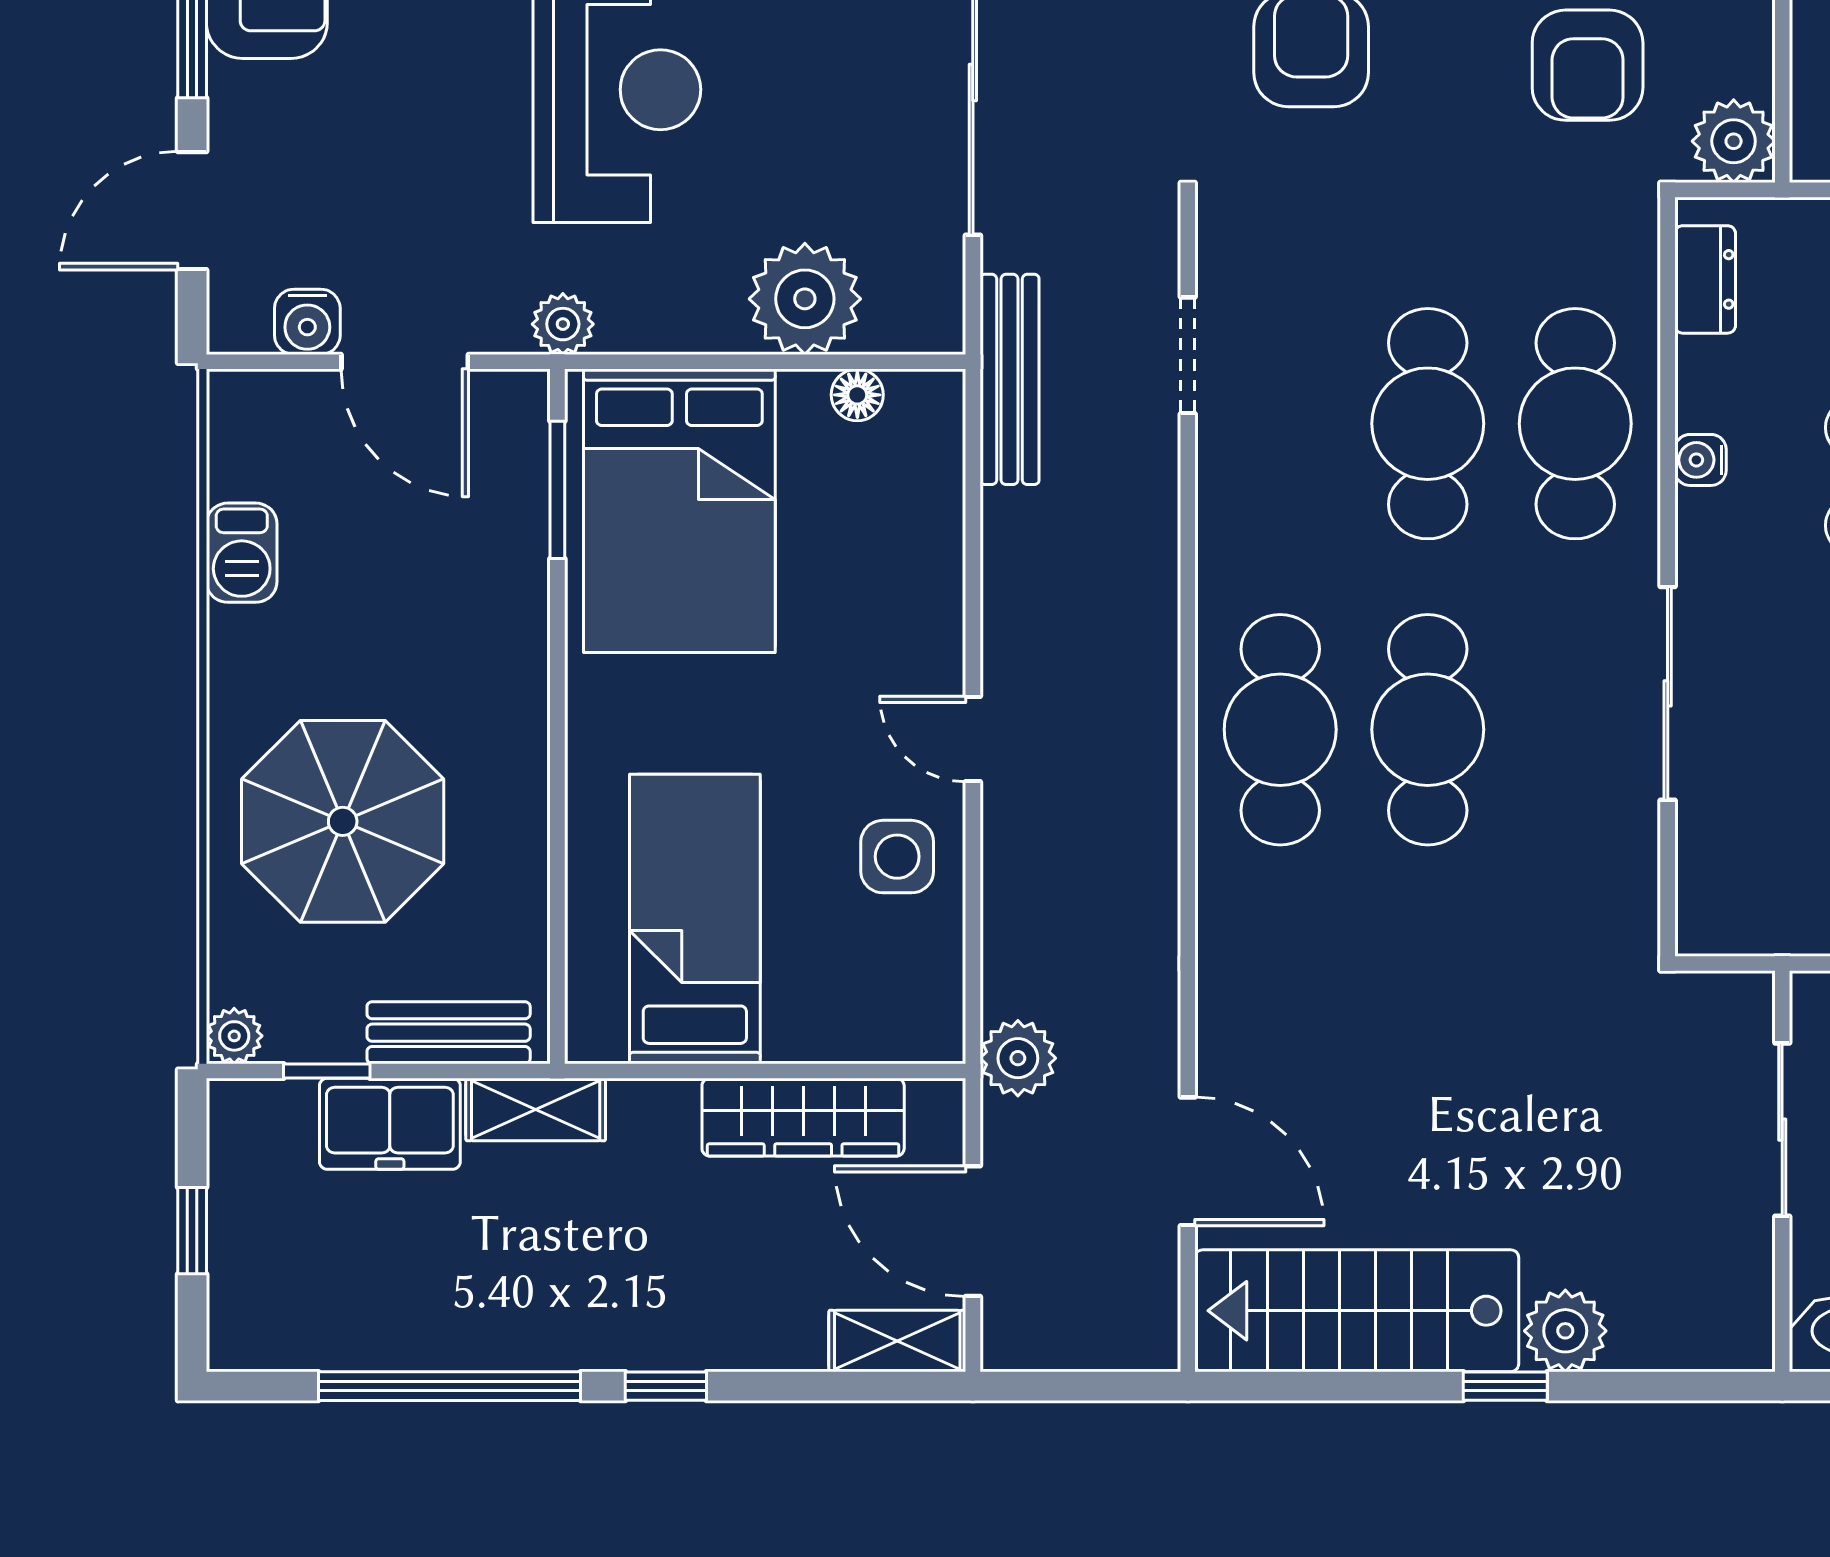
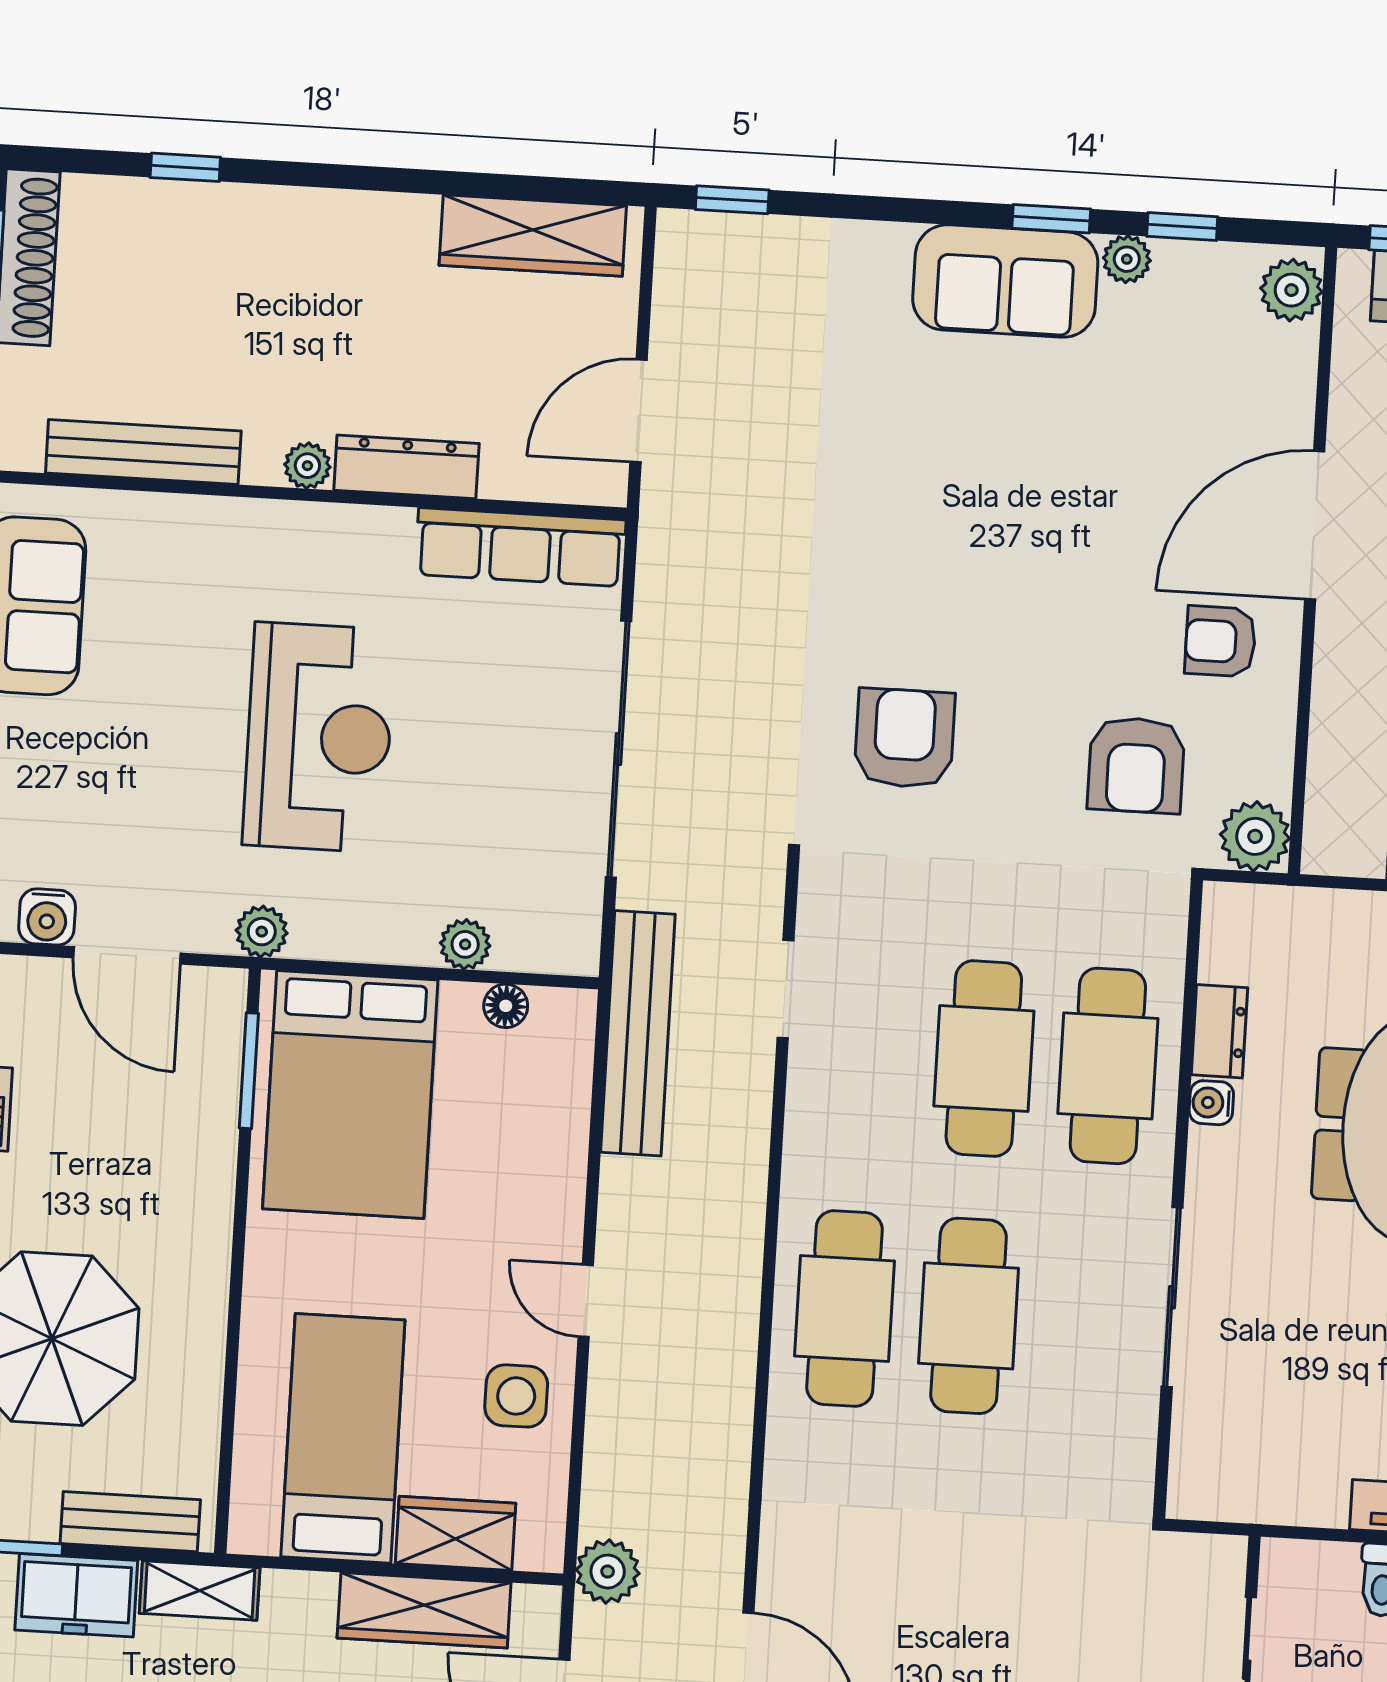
dresser: (1705, 279) -> (1219, 1031), moved
plant: (805, 299) -> (465, 944), width x0.53, depth x0.53
bench: (1010, 379) -> (638, 1033), width x1.37, depth x1.21
wardrobe: (835, 1024) -> (455, 1533), added

